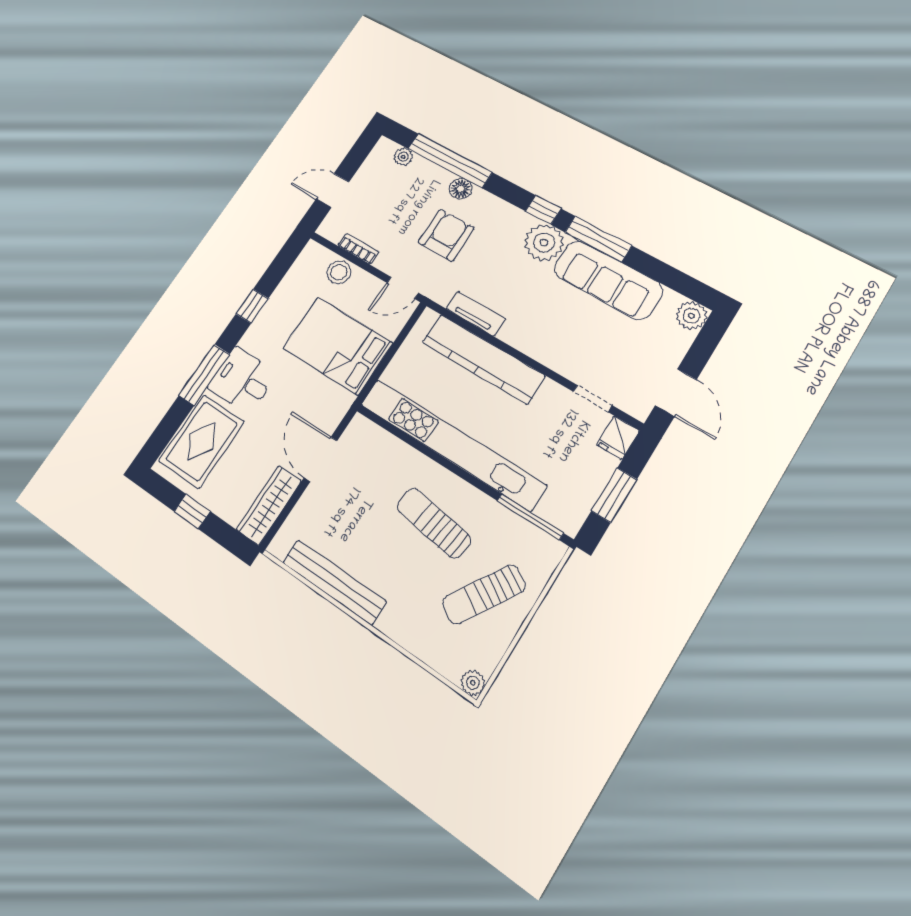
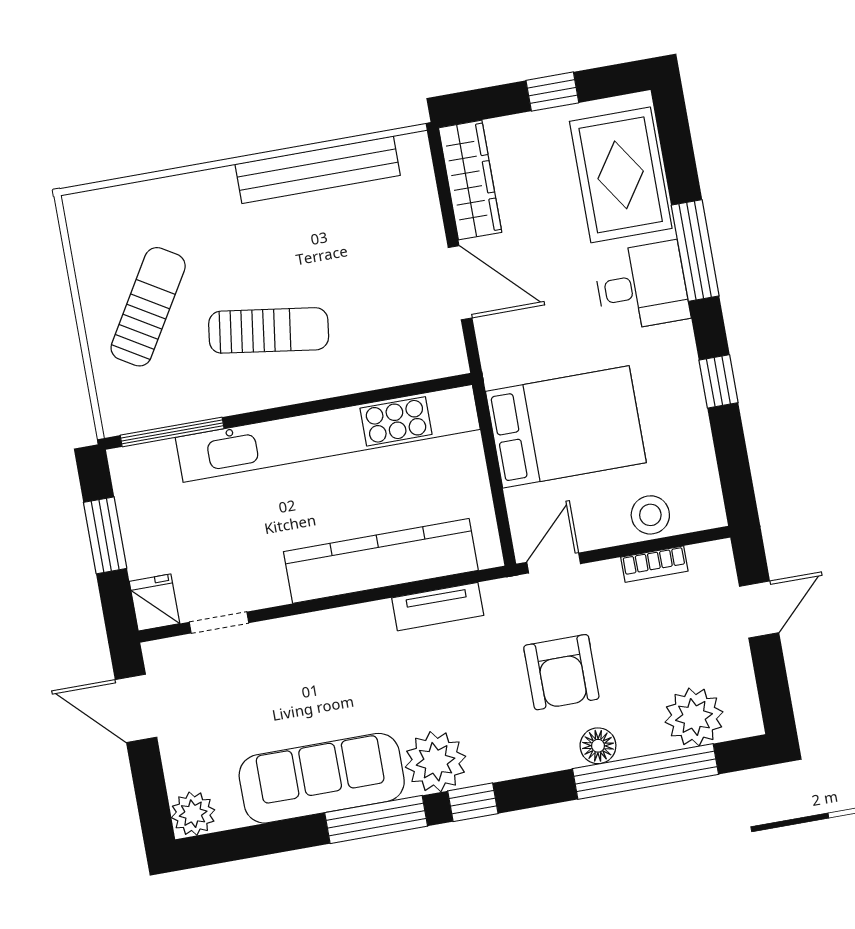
plant: (403, 157) -> (694, 717), width x1.88, depth x1.88
plant: (473, 683) -> (80, 209), removed

